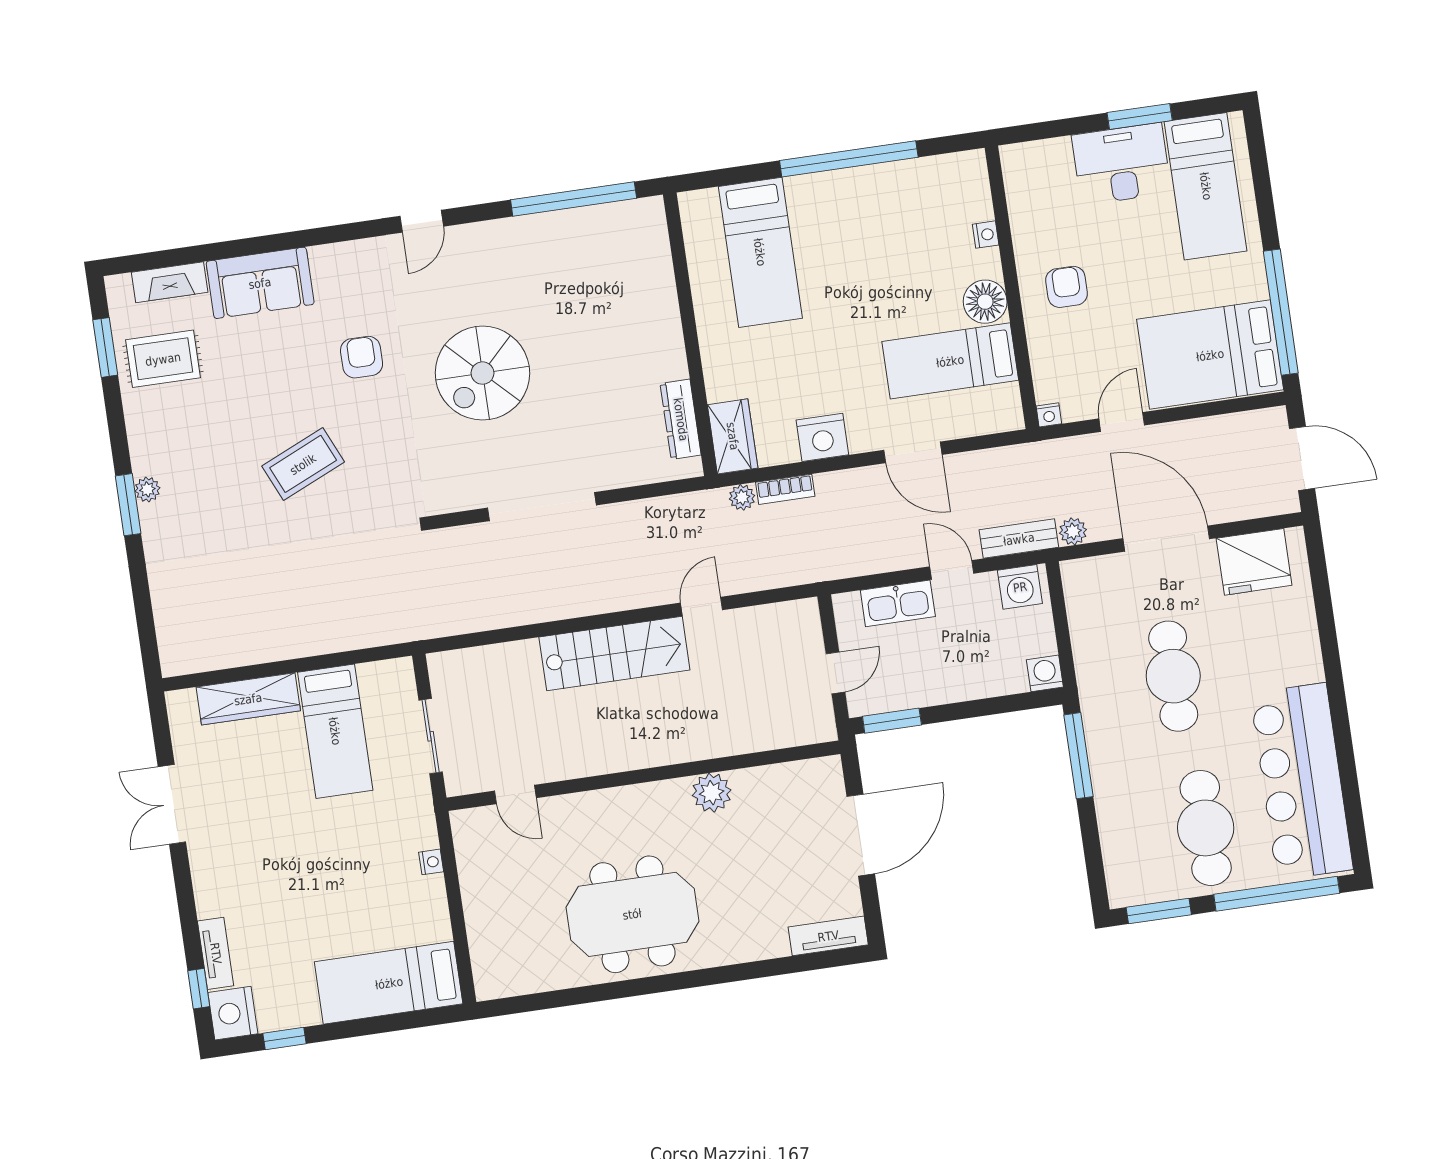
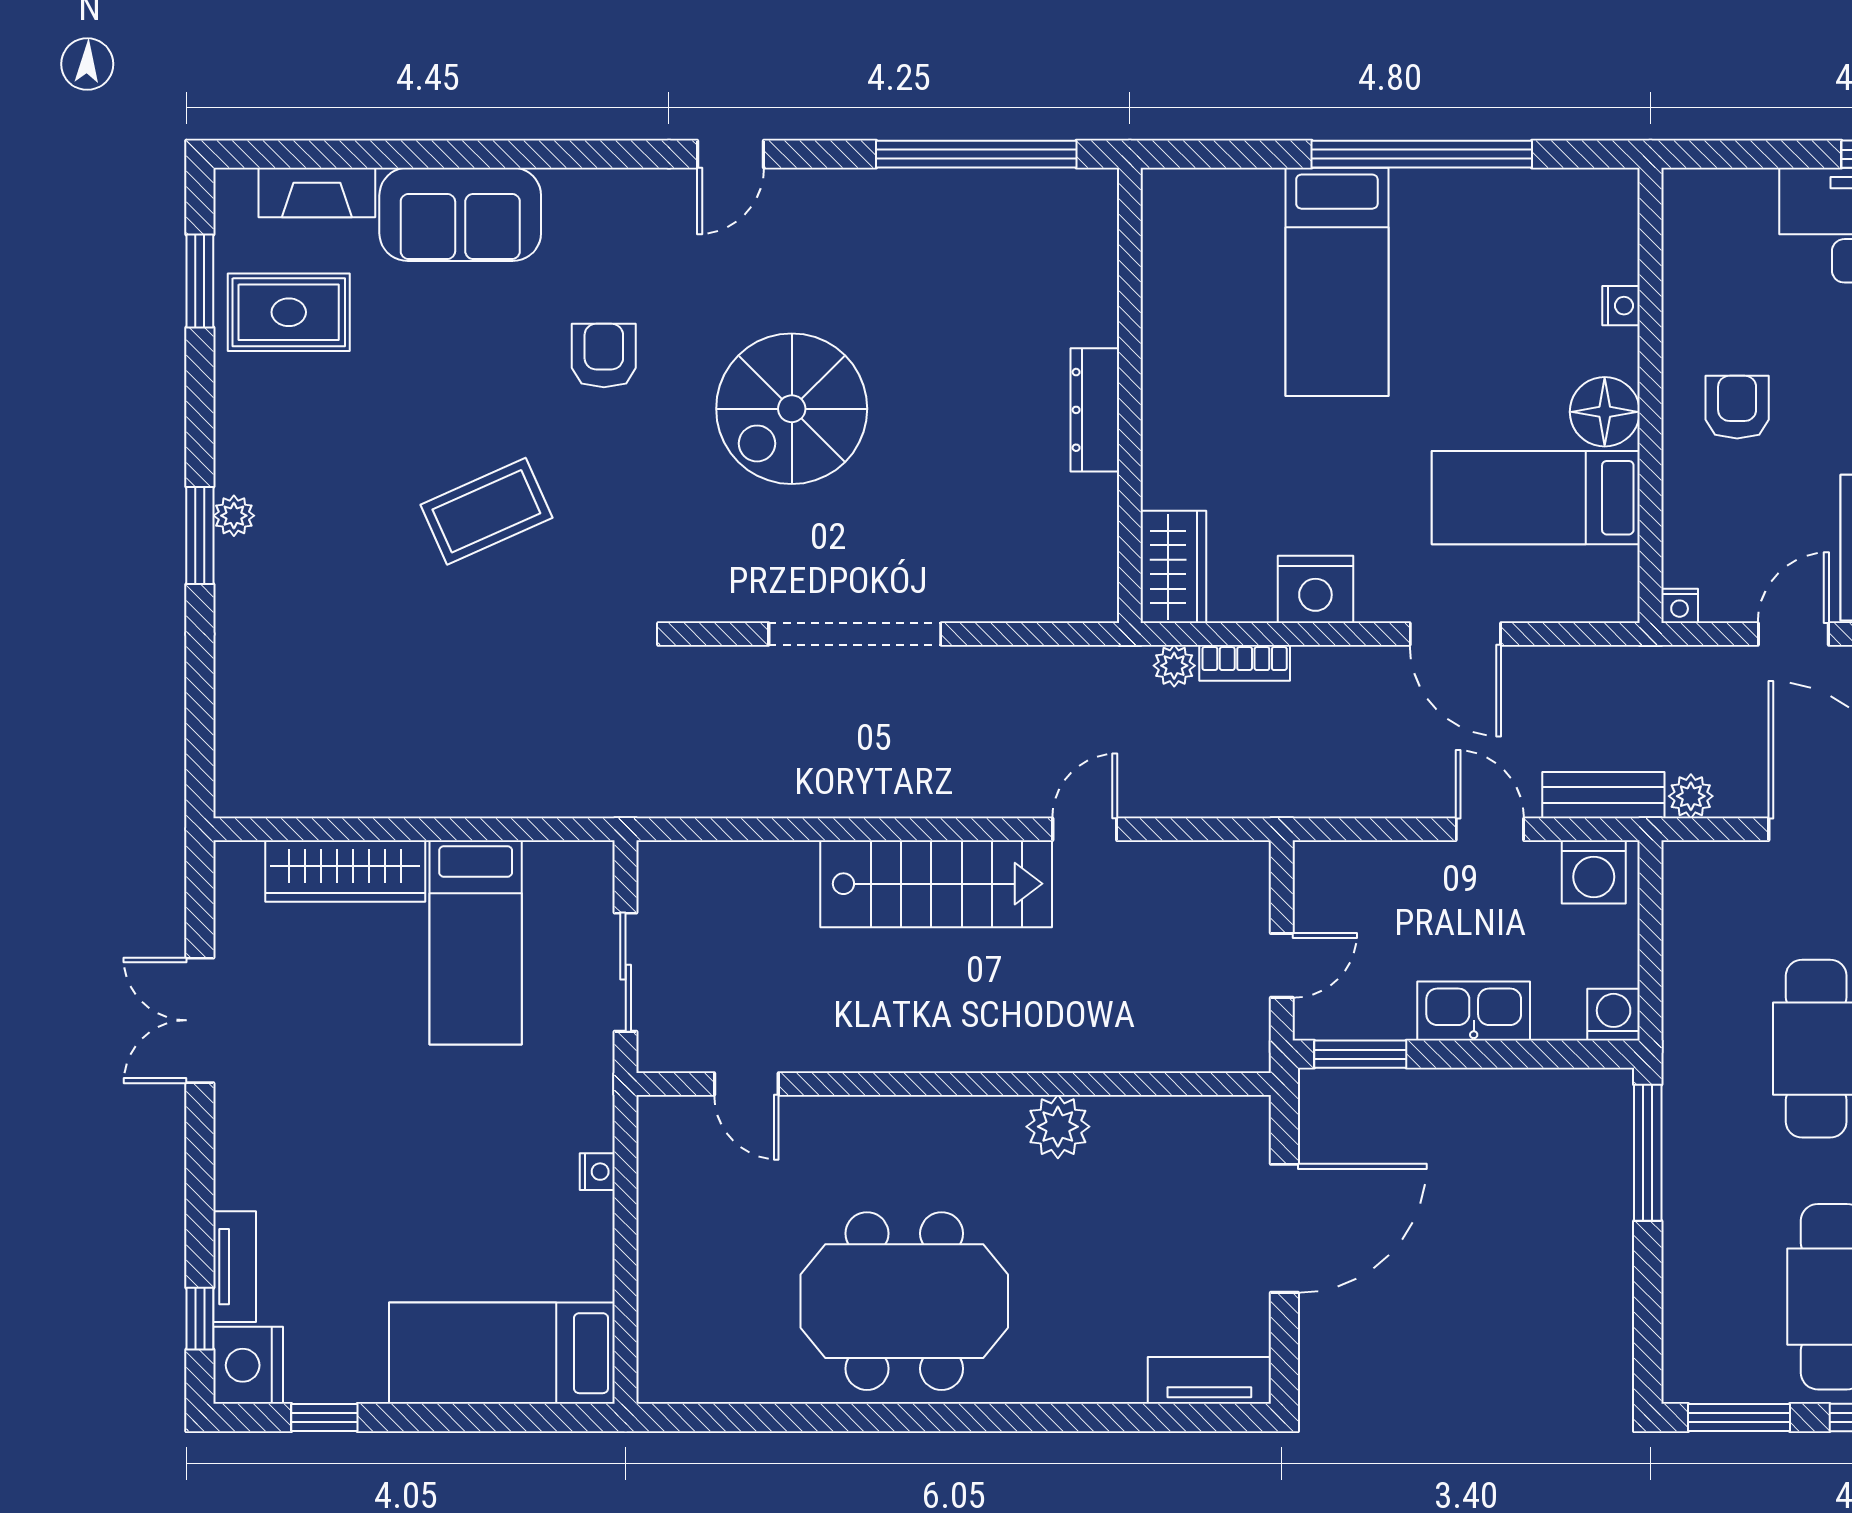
bed: (760, 252) -> (1337, 282), moved
dresser: (681, 419) -> (1095, 410), moved
kitchen sink: (898, 603) -> (1474, 1011), moved, turned 180

